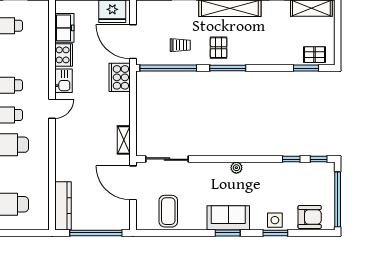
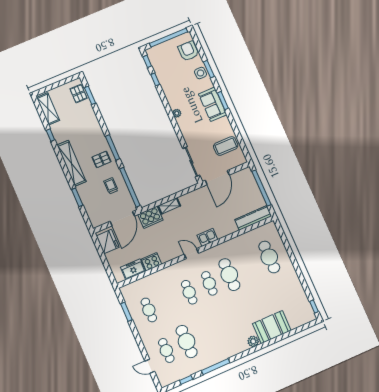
kitchen sink: (63, 81) -> (207, 237), moved
shelving: (124, 140) -> (169, 206), moved

